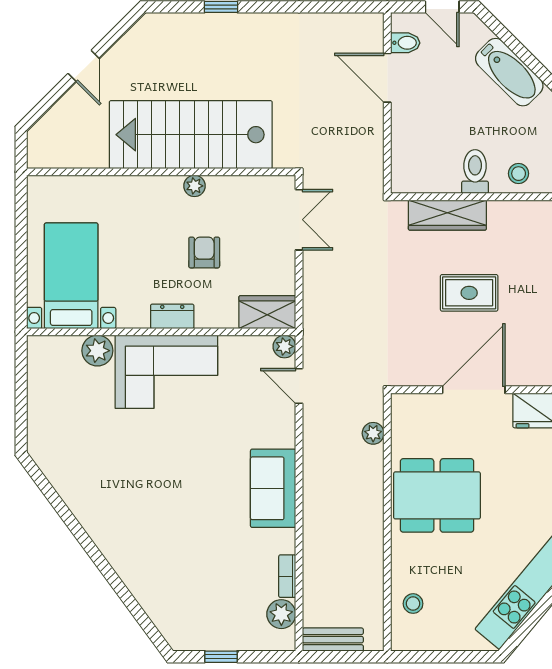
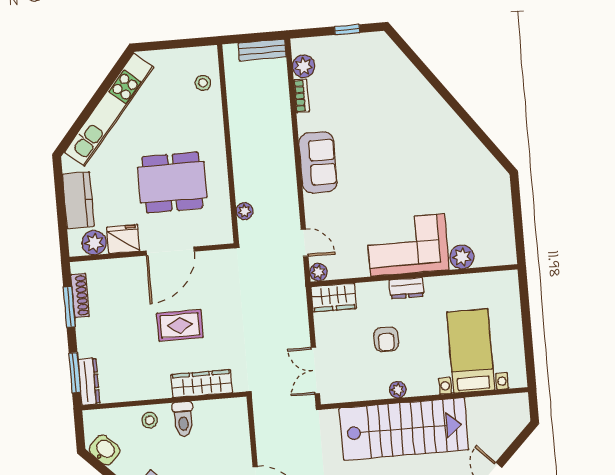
bed with nightstands: (71, 276) -> (471, 351), moved, turned 180
dining table: (437, 495) -> (172, 182), moved

